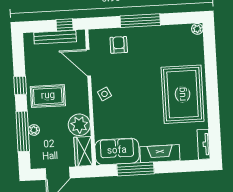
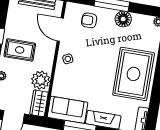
floor lamp: (157, 35) -> (123, 19), added
armchair: (119, 45) -> (89, 20), turned -90

